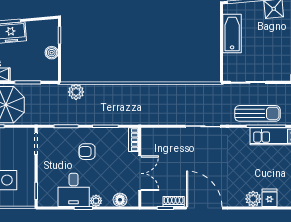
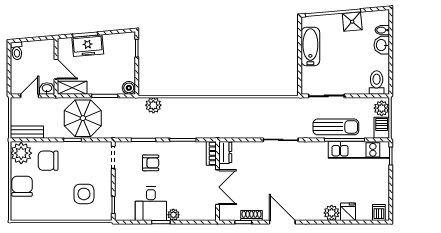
boiler: (52, 53) -> (129, 88), moved
dresser: (147, 139) -> (225, 152), added
armchair: (87, 152) -> (151, 163), moved, turned 180
floor lamp: (120, 200) -> (198, 214), removed
door: (204, 208) -> (282, 222), width x0.73

